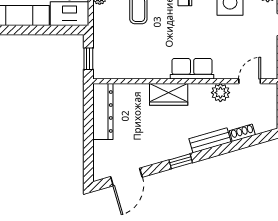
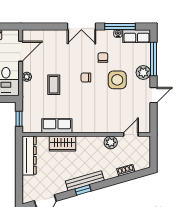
row of seats: (192, 69) -> (57, 126), moved
wardrobe: (169, 94) -> (63, 144), moved
bench: (210, 140) -> (85, 181), moved, width x1.36

